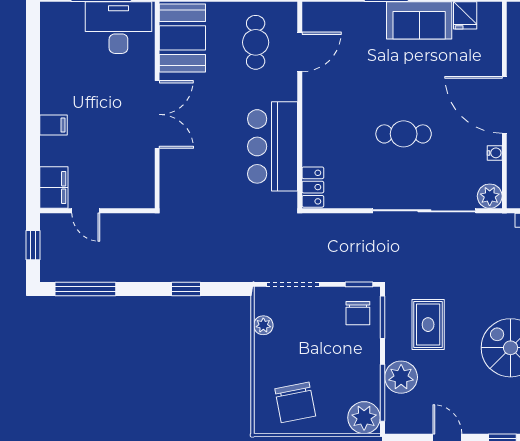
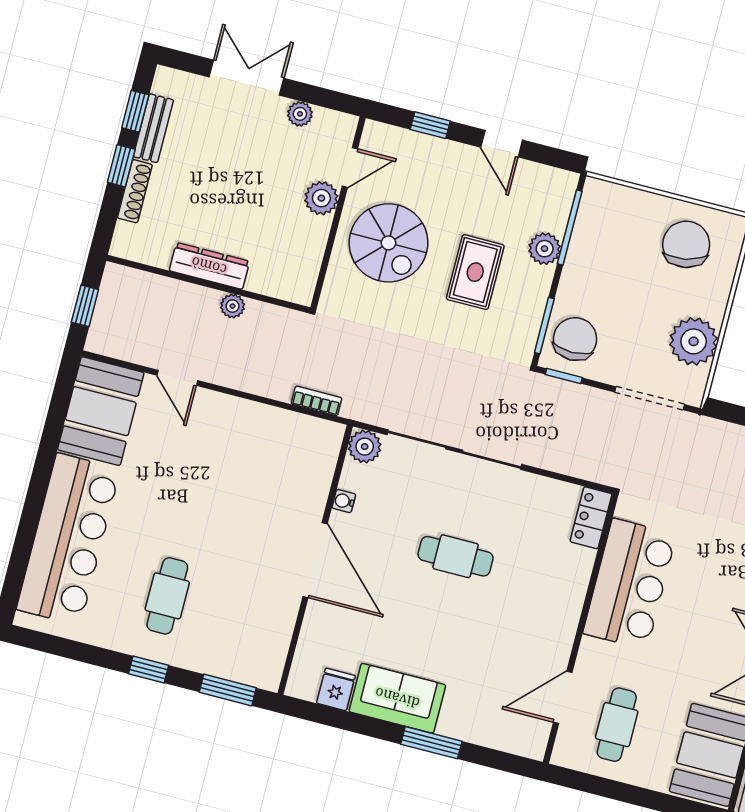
chair: (358, 313) -> (575, 339), width x1.37, depth x1.37
plant: (263, 325) -> (694, 341), width x1.87, depth x1.87
rug: (428, 325) -> (475, 272), moved
plant: (401, 377) -> (545, 249), width x0.73, depth x0.73
plant: (364, 418) -> (602, 201), removed

